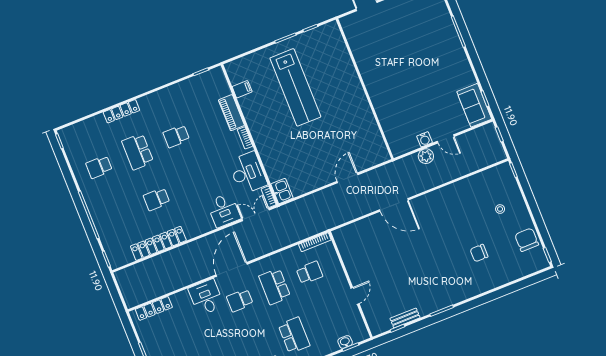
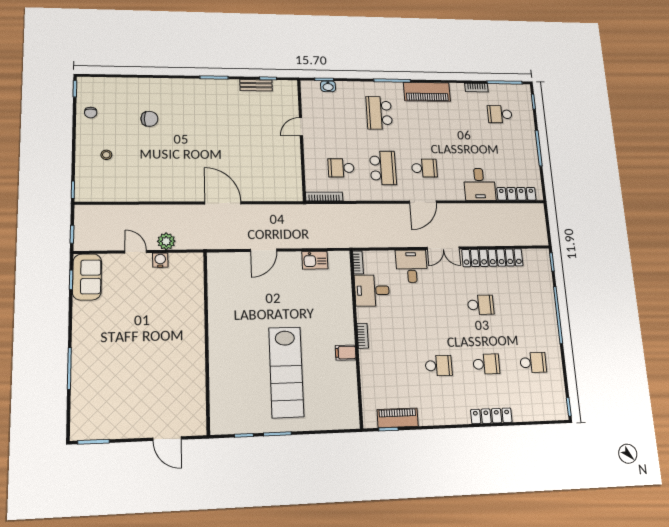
lab bench: (295, 87) -> (286, 372), turned 180
filing cabinet: (242, 89) -> (346, 353), moved
piano: (231, 113) -> (398, 418), moved, turned -90
school desk: (138, 152) -> (486, 364), width x0.54
desk: (248, 173) -> (372, 290), width x0.73
kitchen sink: (282, 191) -> (315, 260), moved, turned -90
double door: (256, 215) -> (443, 248), moved
chair: (527, 240) -> (91, 113), width x0.54, depth x0.54
door: (232, 269) -> (423, 202), width x0.73
desk: (206, 297) -> (479, 184), moved

